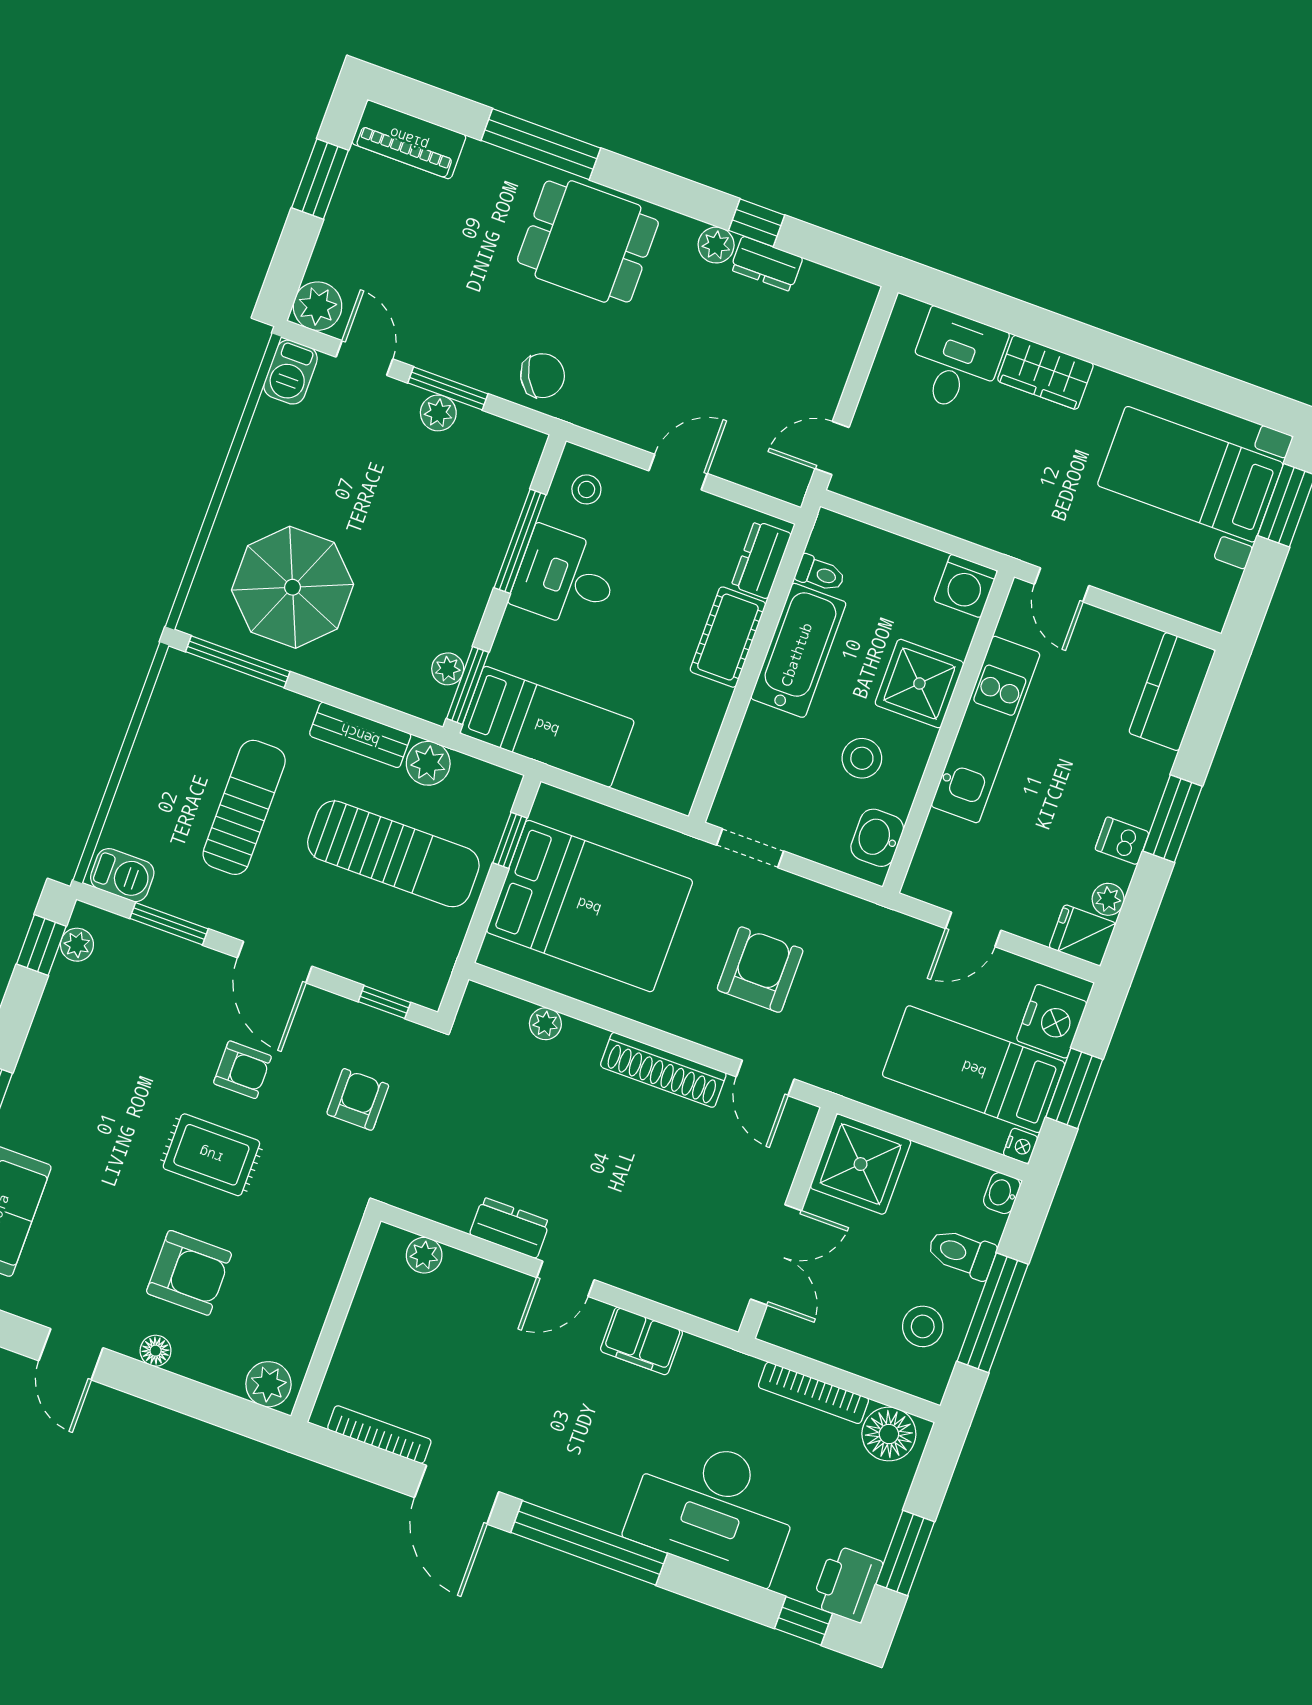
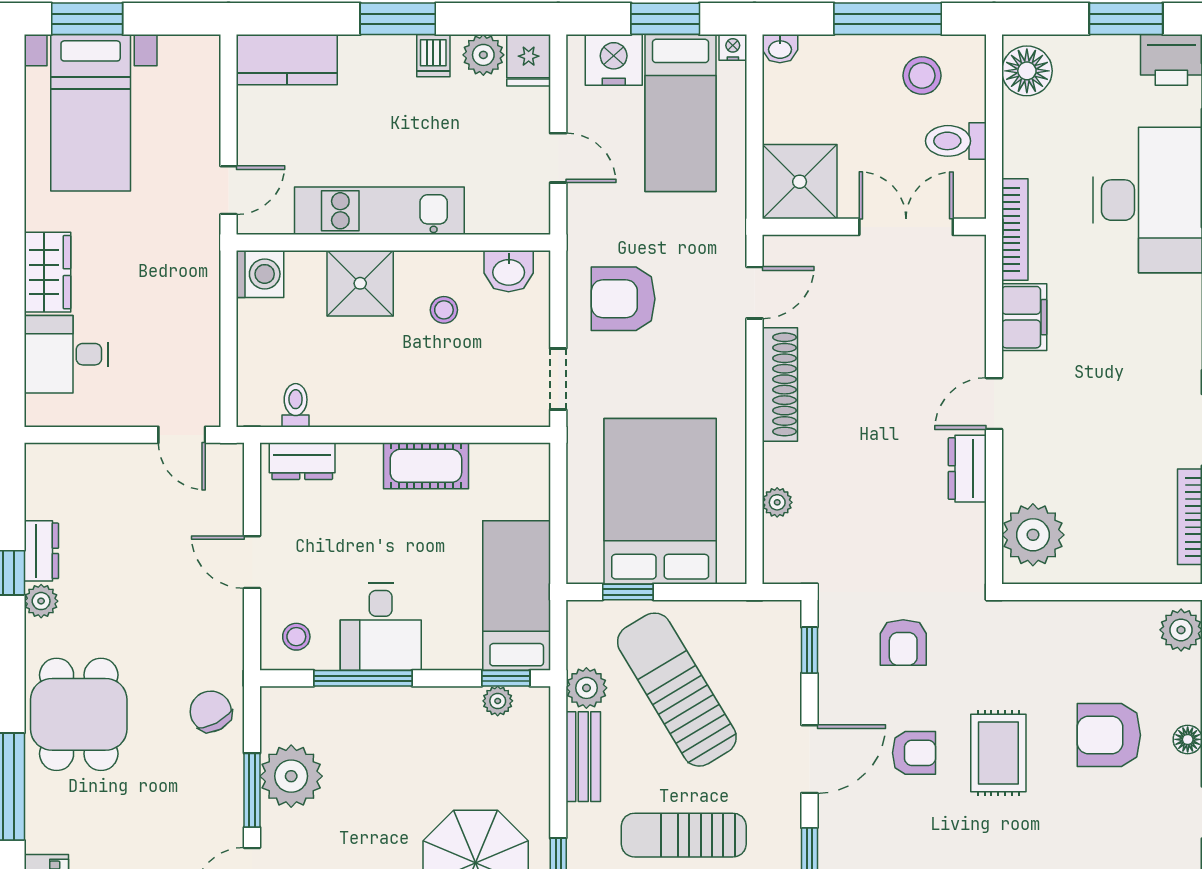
plant: (438, 413) -> (291, 776), width x1.88, depth x1.88
cot: (728, 637) -> (426, 466), moved
bathtub: (798, 650) -> (370, 400), removed
window: (468, 685) -> (506, 678), width x0.67
stool: (862, 758) -> (444, 310), width x0.73, depth x0.73
sun lounger: (393, 854) -> (677, 690), turned -31
plant: (1108, 899) -> (483, 55), width x1.38, depth x1.38
armchair: (760, 970) -> (623, 299), moved
armchair: (242, 1070) -> (914, 753), turned 90
armchair: (358, 1099) -> (903, 642), turned -90
toilet: (962, 1253) -> (956, 141), moved, turned 90
plant: (424, 1255) -> (1033, 535), width x1.88, depth x1.88
armchair: (189, 1273) -> (1109, 735), turned -90
door: (565, 1279) -> (994, 404), swing flipped
bookcase: (813, 1393) -> (1015, 230), moved

